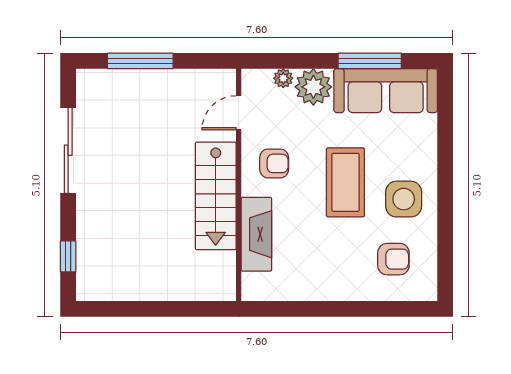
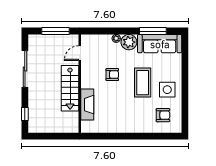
door: (239, 113) -> (80, 53), moved
wall: (239, 185) -> (80, 84), moved
stairs: (216, 196) -> (70, 88), moved
fireplace: (256, 234) -> (87, 105), moved

